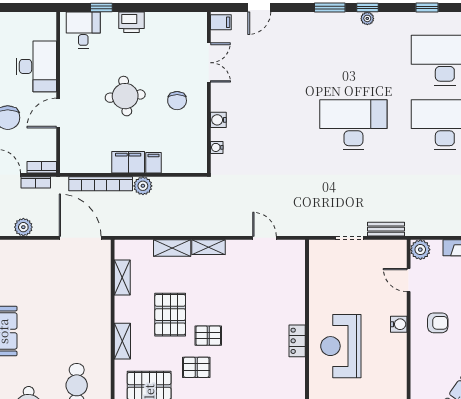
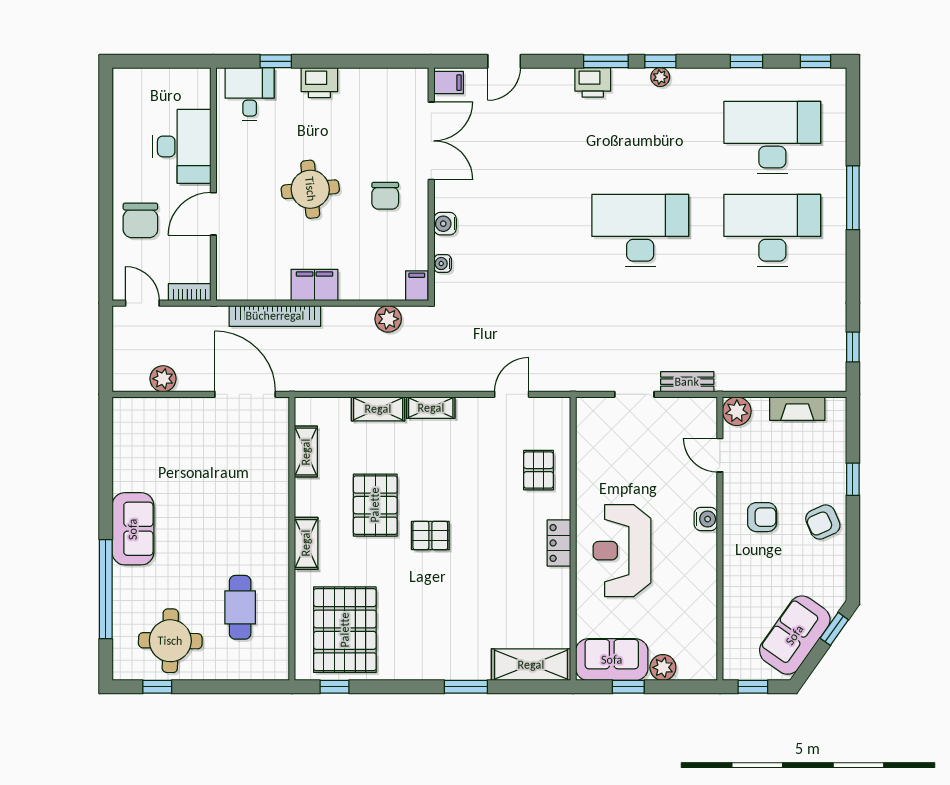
printer: (321, 22) -> (593, 82), added
double door: (209, 63) -> (431, 141), width x1.37
filing cabinet: (154, 163) -> (417, 286), moved
bookcase: (36, 182) -> (181, 314), removed
plant: (143, 186) -> (388, 319), moved
door: (264, 238) -> (512, 394), hinge flipped
pallet: (196, 367) -> (539, 470), moved, turned 90

